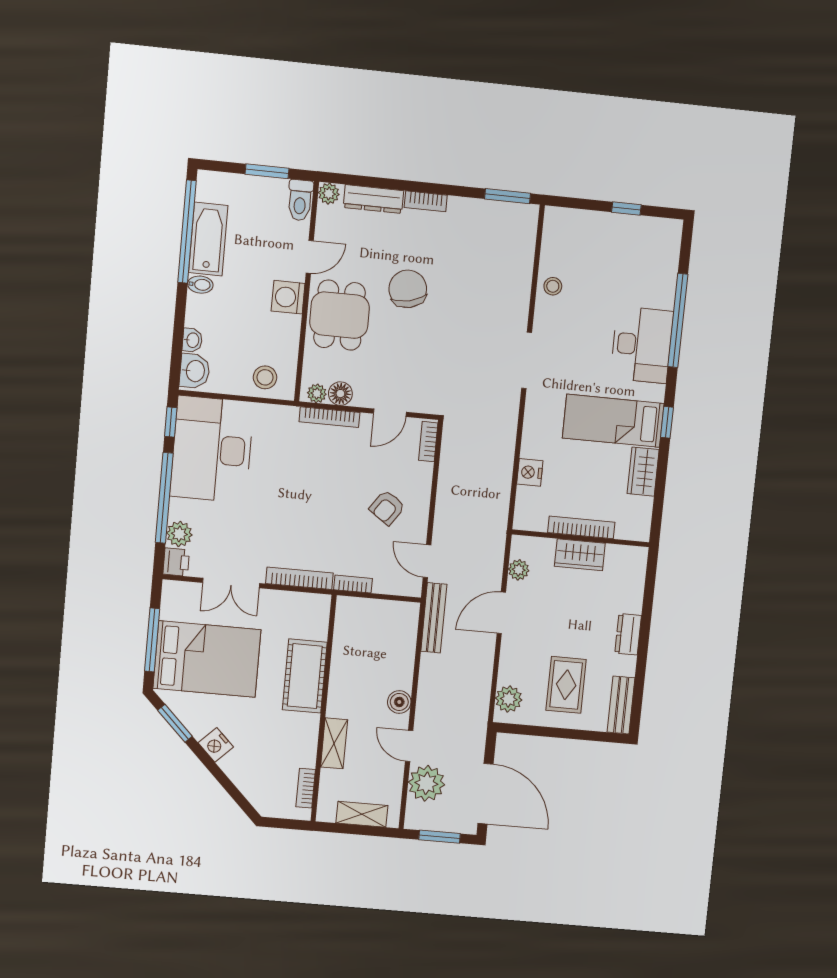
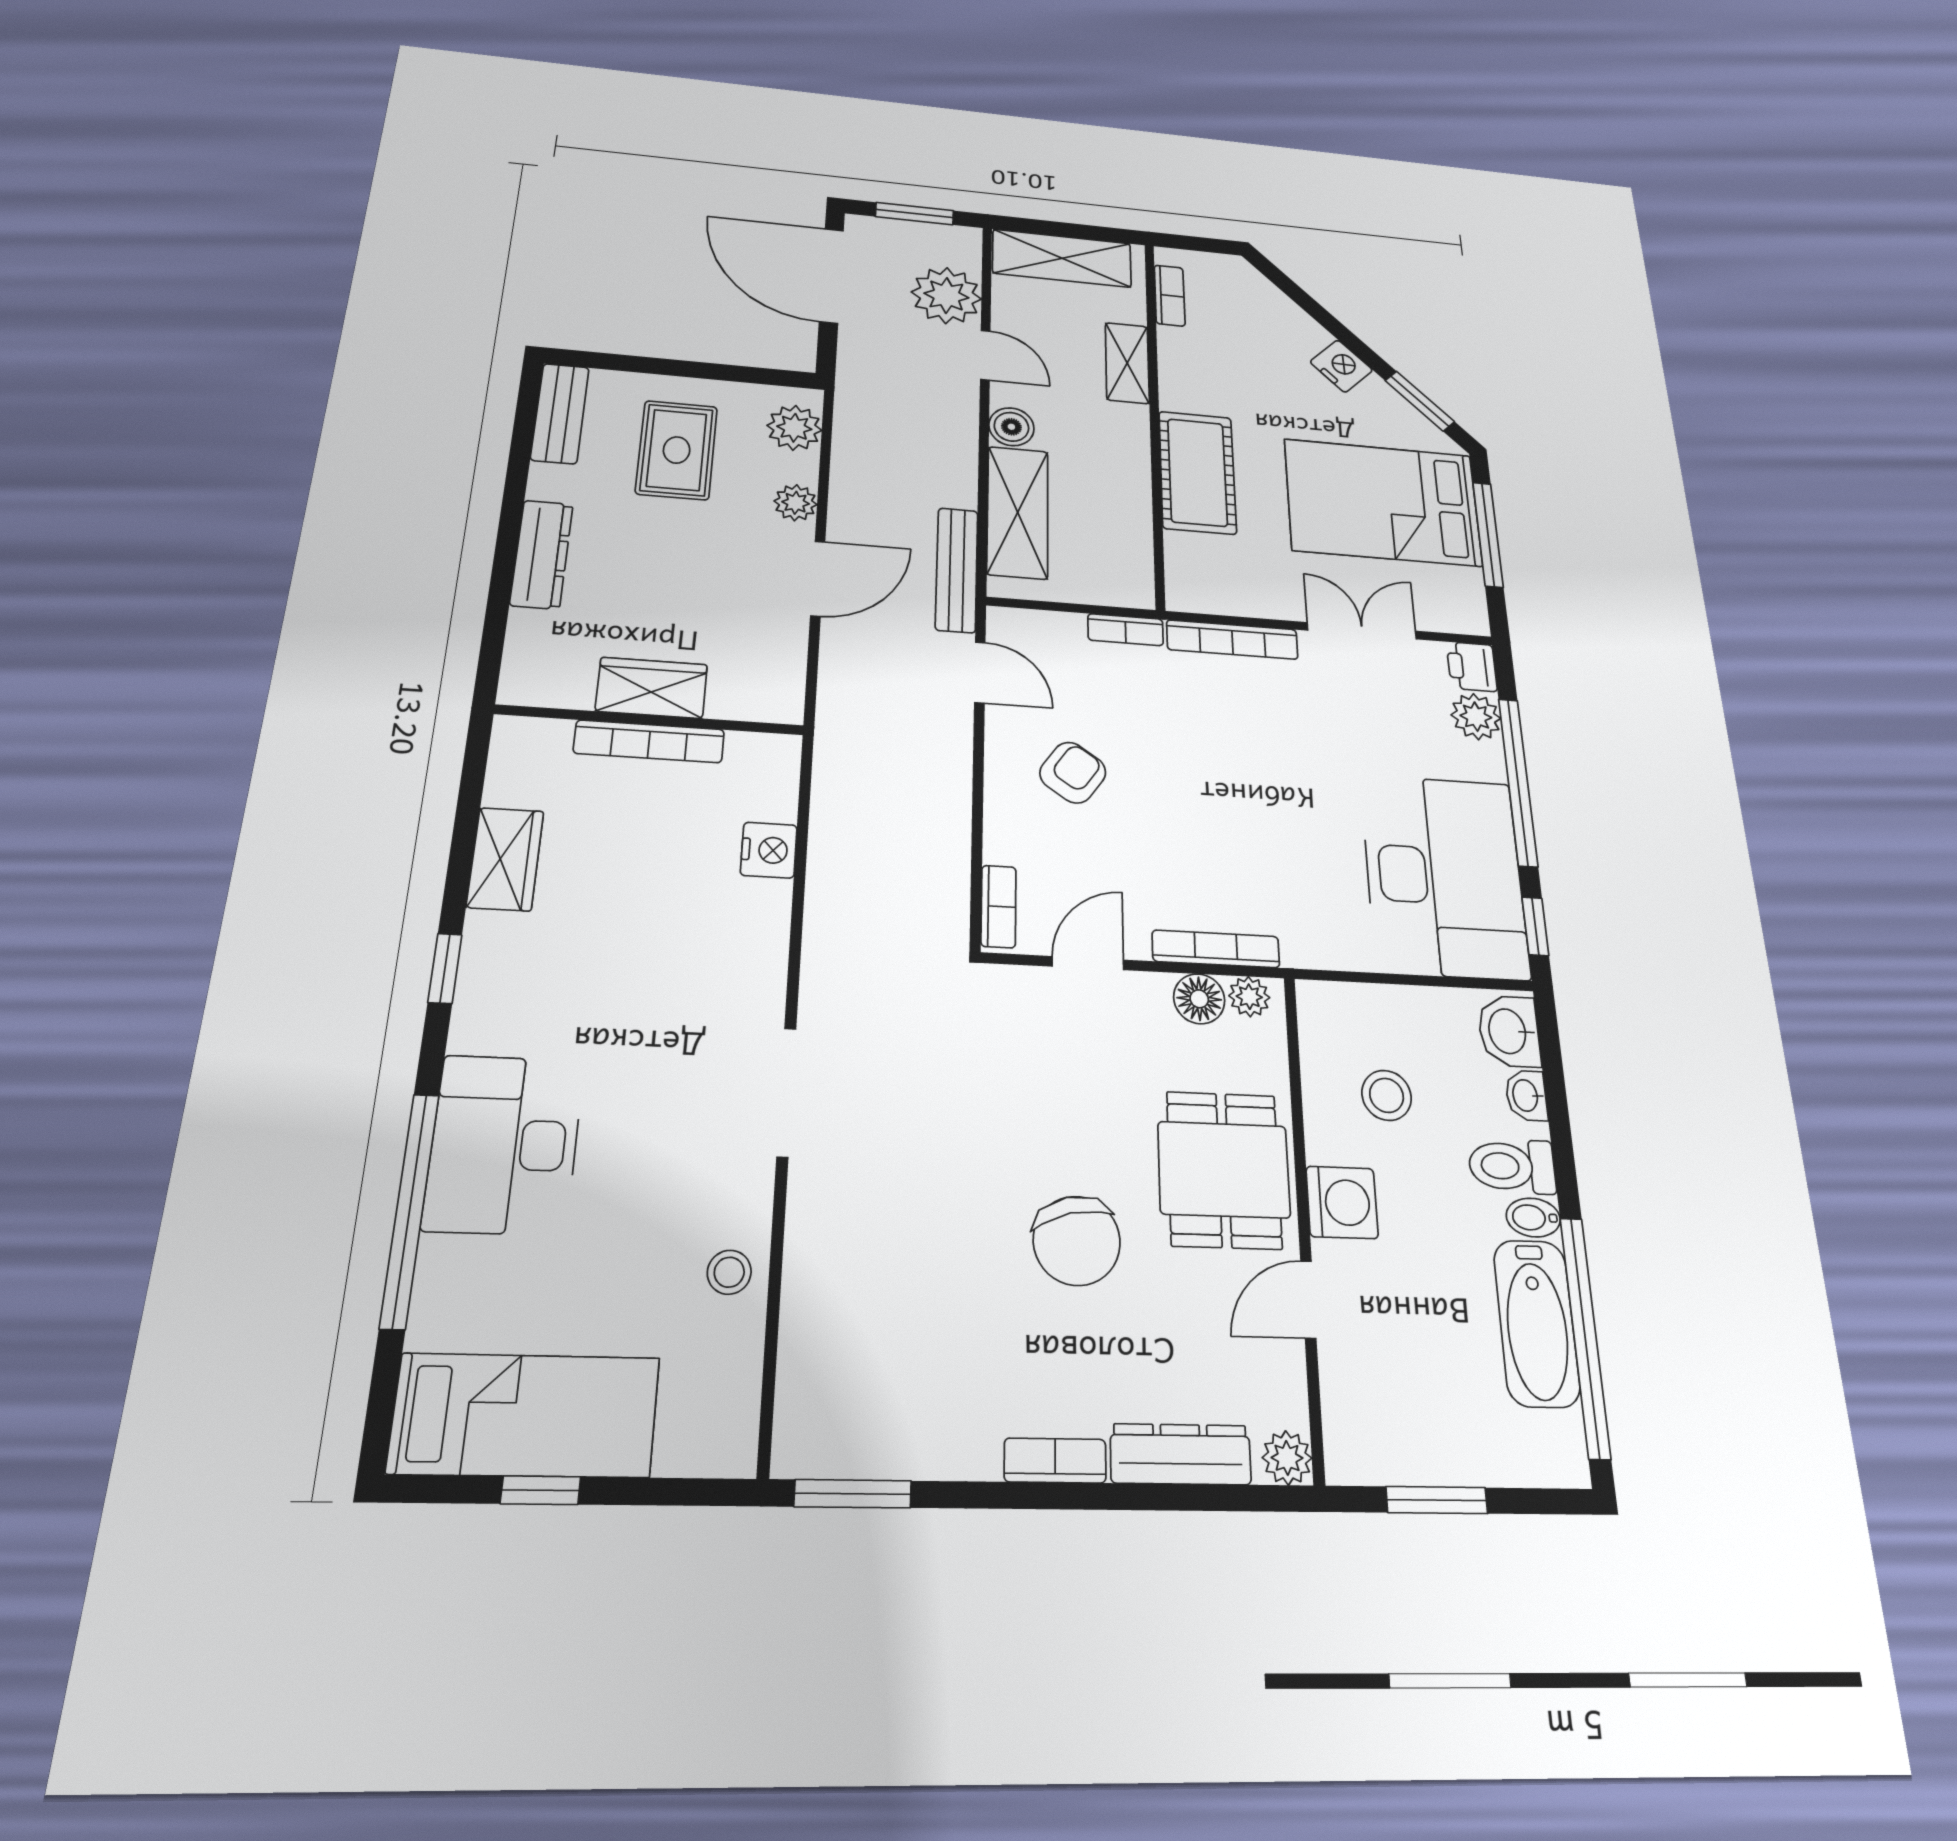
toilet: (300, 200) -> (1512, 1166), moved, turned -90
stool: (265, 377) -> (1387, 1095), moved
bed: (613, 421) -> (525, 1415), moved
plant: (519, 570) -> (796, 503), moved
dresser: (628, 634) -> (542, 554), width x1.44
shelving: (401, 651) -> (1018, 512), added
shelving: (362, 814) -> (1062, 258), width x1.50, depth x1.33

